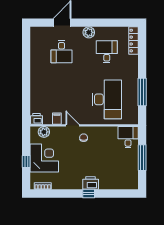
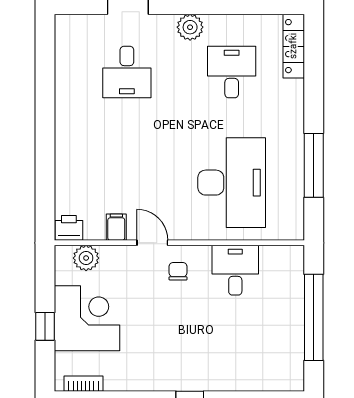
desk: (128, 137) -> (235, 270), moved
window: (142, 158) -> (314, 317), width x1.46
printer: (91, 183) -> (194, 377), removed

